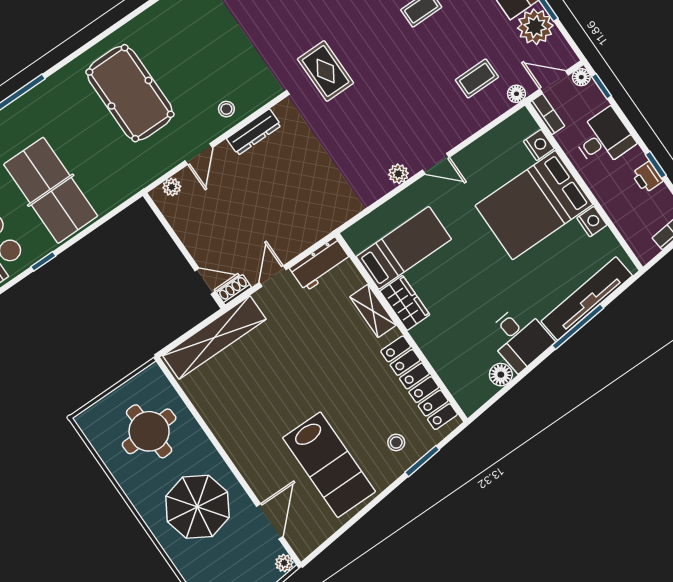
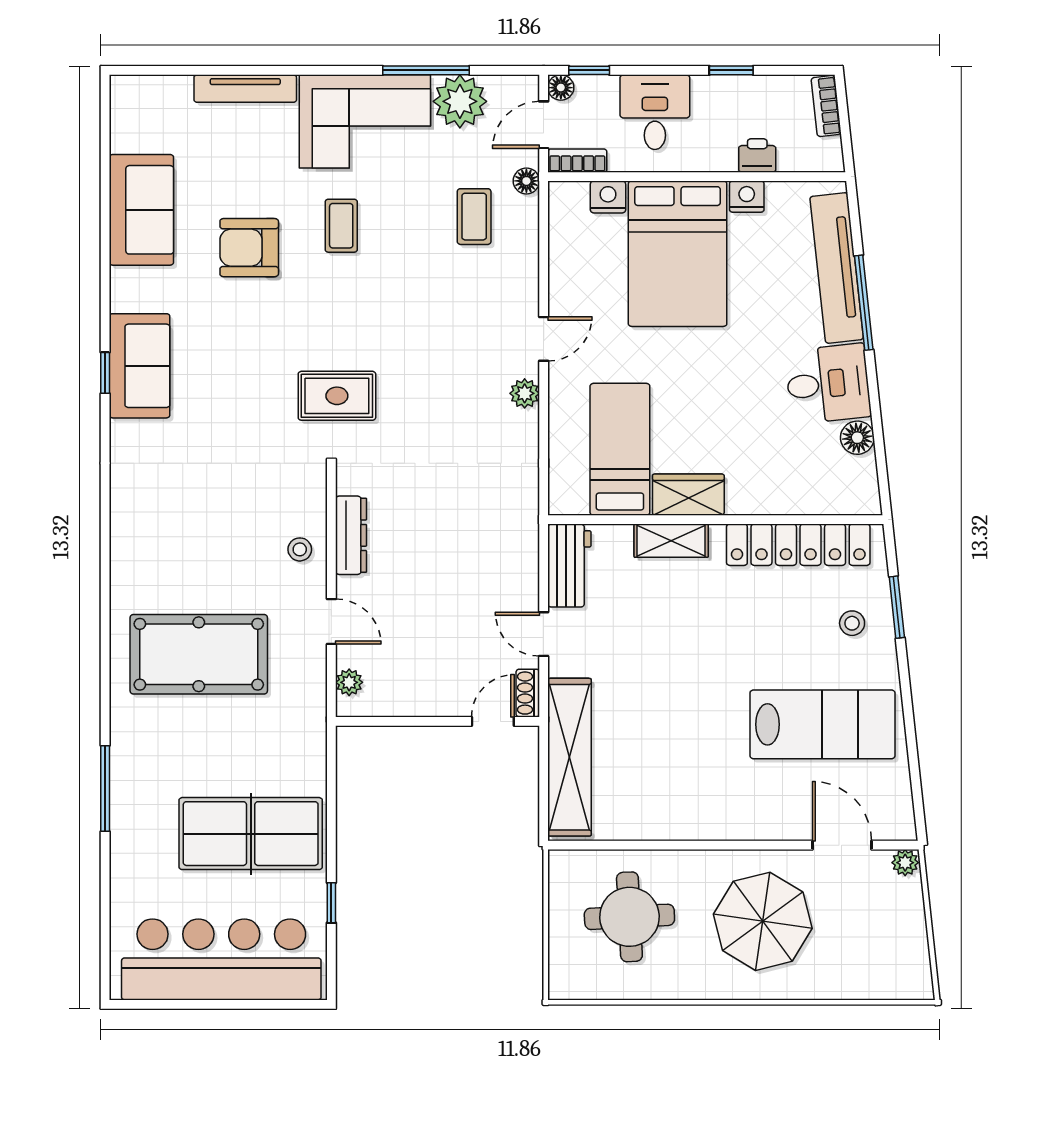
printer: (647, 177) -> (757, 156), moved, turned 180

